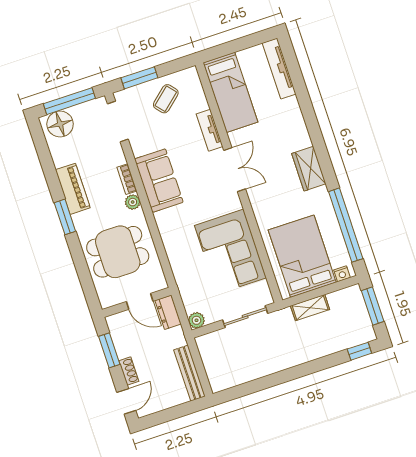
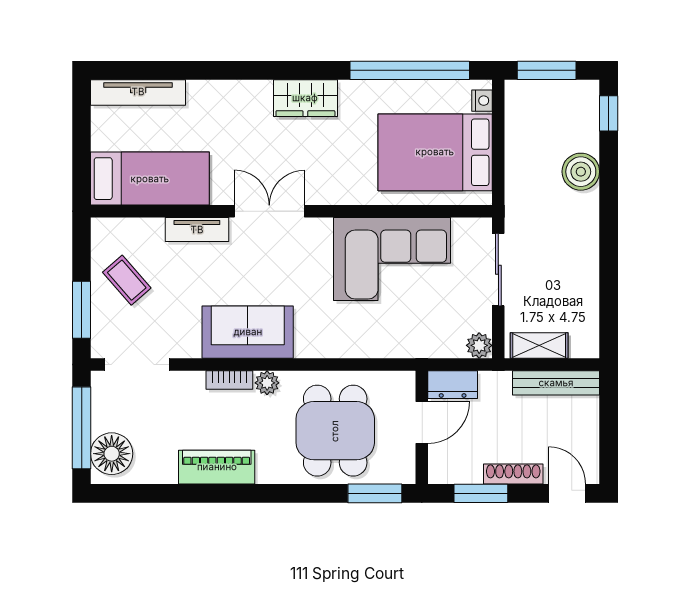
window: (65, 217) -> (375, 493), moved
shelving: (310, 308) -> (539, 346), moved, turned 90
boiler: (319, 346) -> (581, 172), added
shoe rack: (129, 371) -> (513, 474), width x1.43

